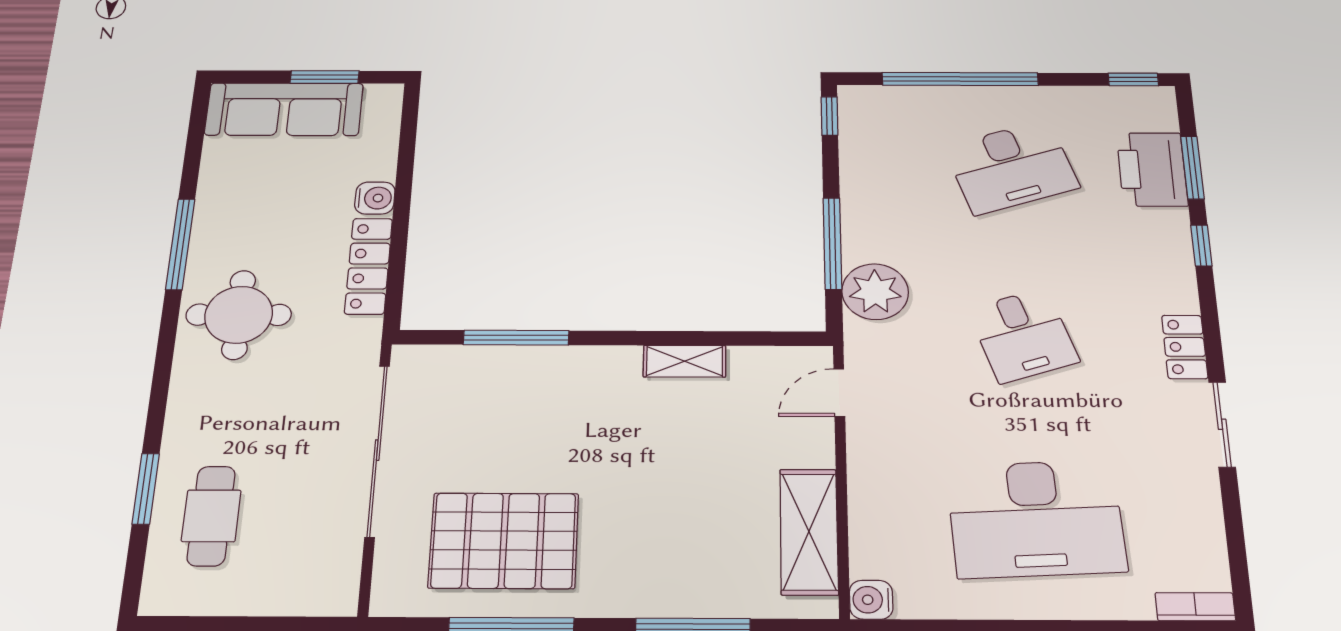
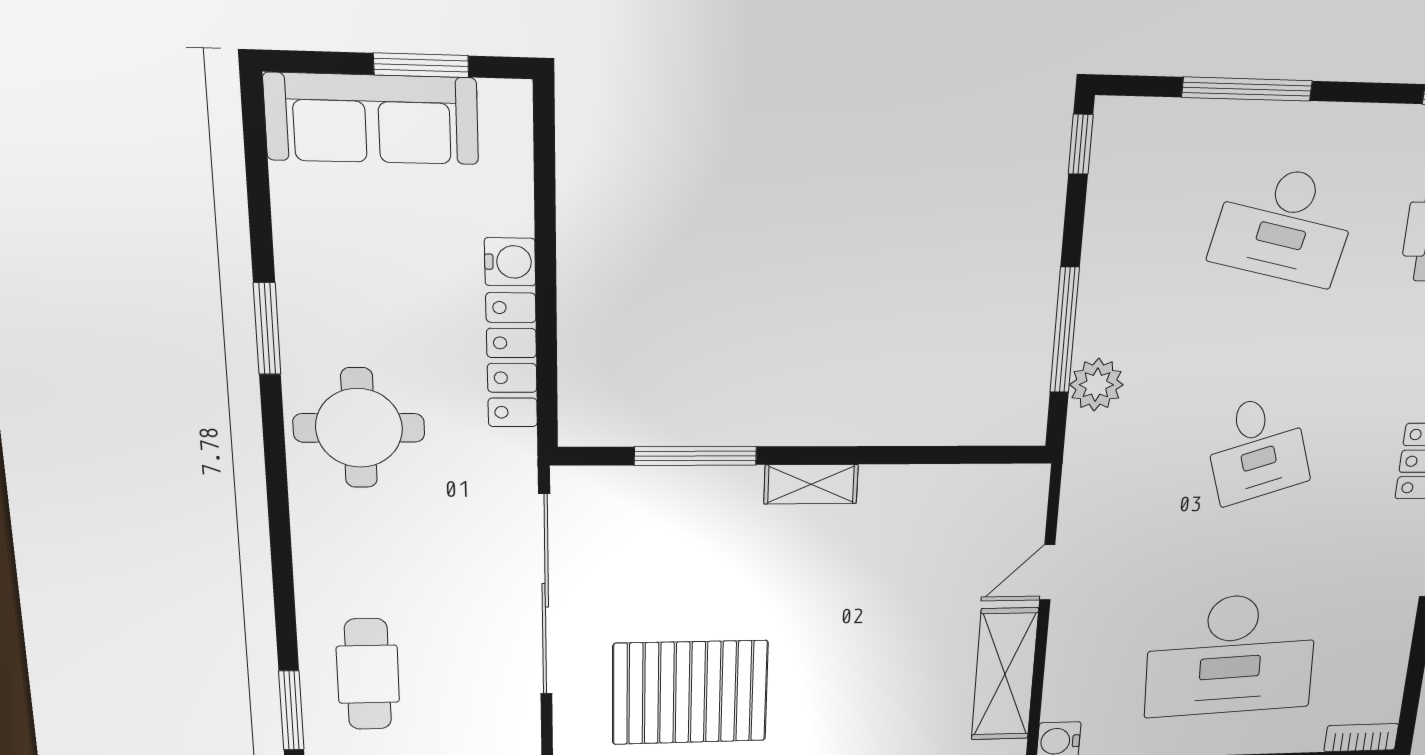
window: (960, 79) -> (1247, 89), width x0.68
desk: (1011, 167) -> (1285, 224), turned 30
window: (180, 244) -> (267, 329), width x0.69
plant: (875, 292) -> (1096, 385), width x0.73, depth x0.73
shelving: (685, 361) -> (811, 484), moved
door: (839, 393) -> (1047, 572), moved
window: (146, 489) -> (291, 710), moved

